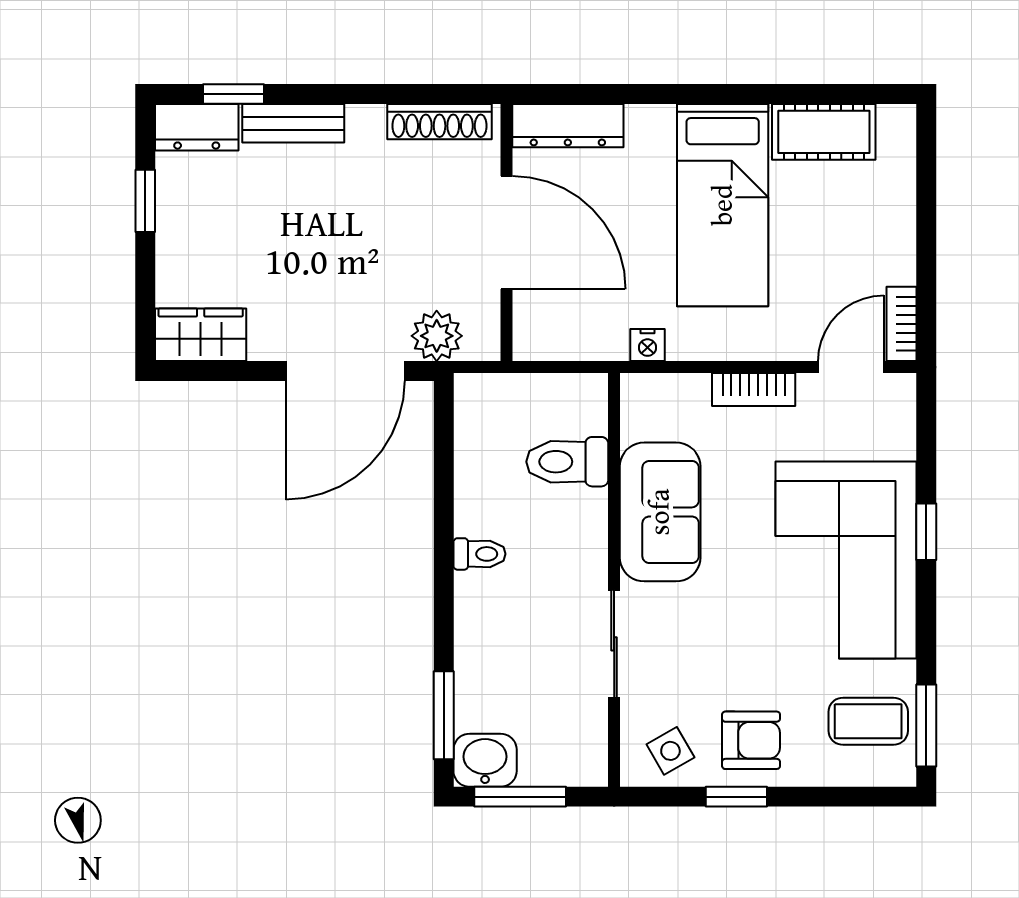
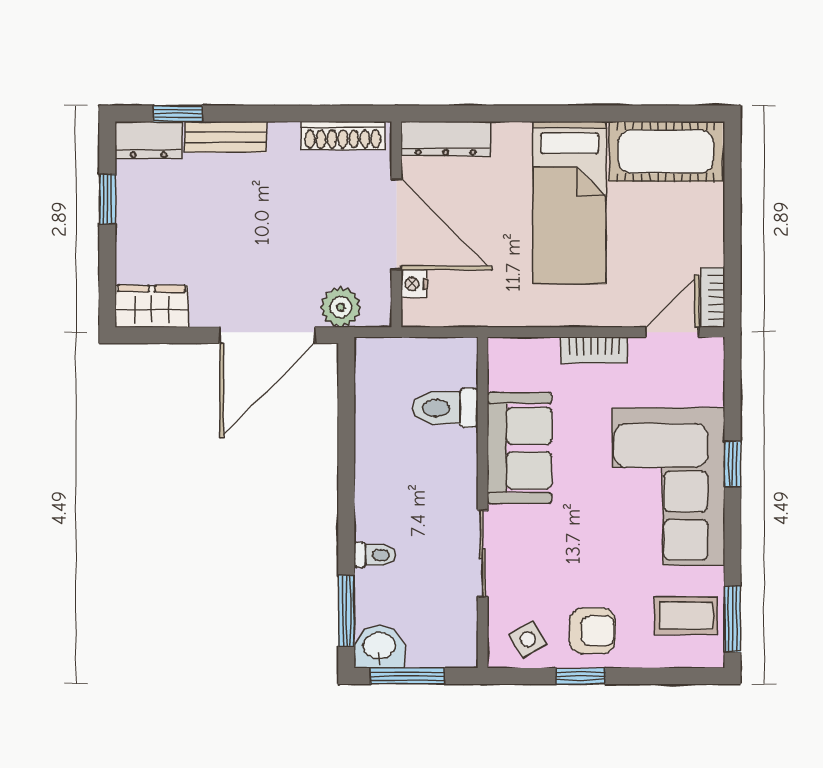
cot: (824, 132) -> (666, 151), width x1.37, depth x1.34
nightstand: (647, 345) -> (414, 284), moved, turned 90
toilet: (479, 554) -> (375, 555), moved

